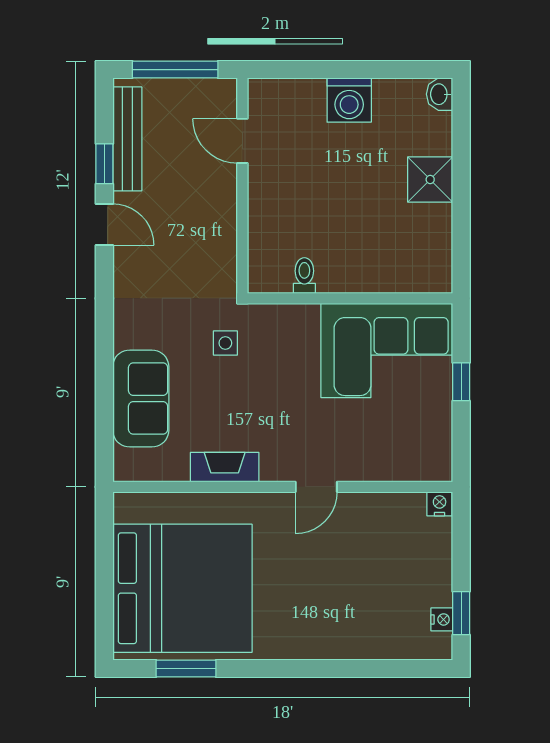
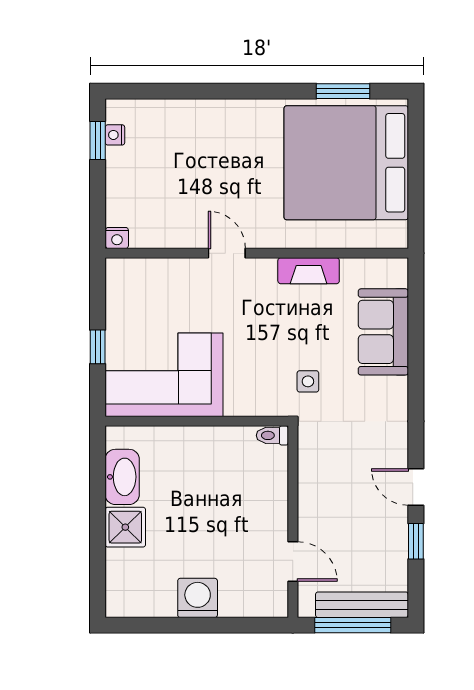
washbasin: (440, 94) -> (122, 477), moved, width x1.91, depth x1.45
bench: (127, 139) -> (362, 605), moved, turned 90
toilet: (304, 275) -> (272, 435), moved, turned 90
door: (316, 487) -> (227, 253), hinge flipped

